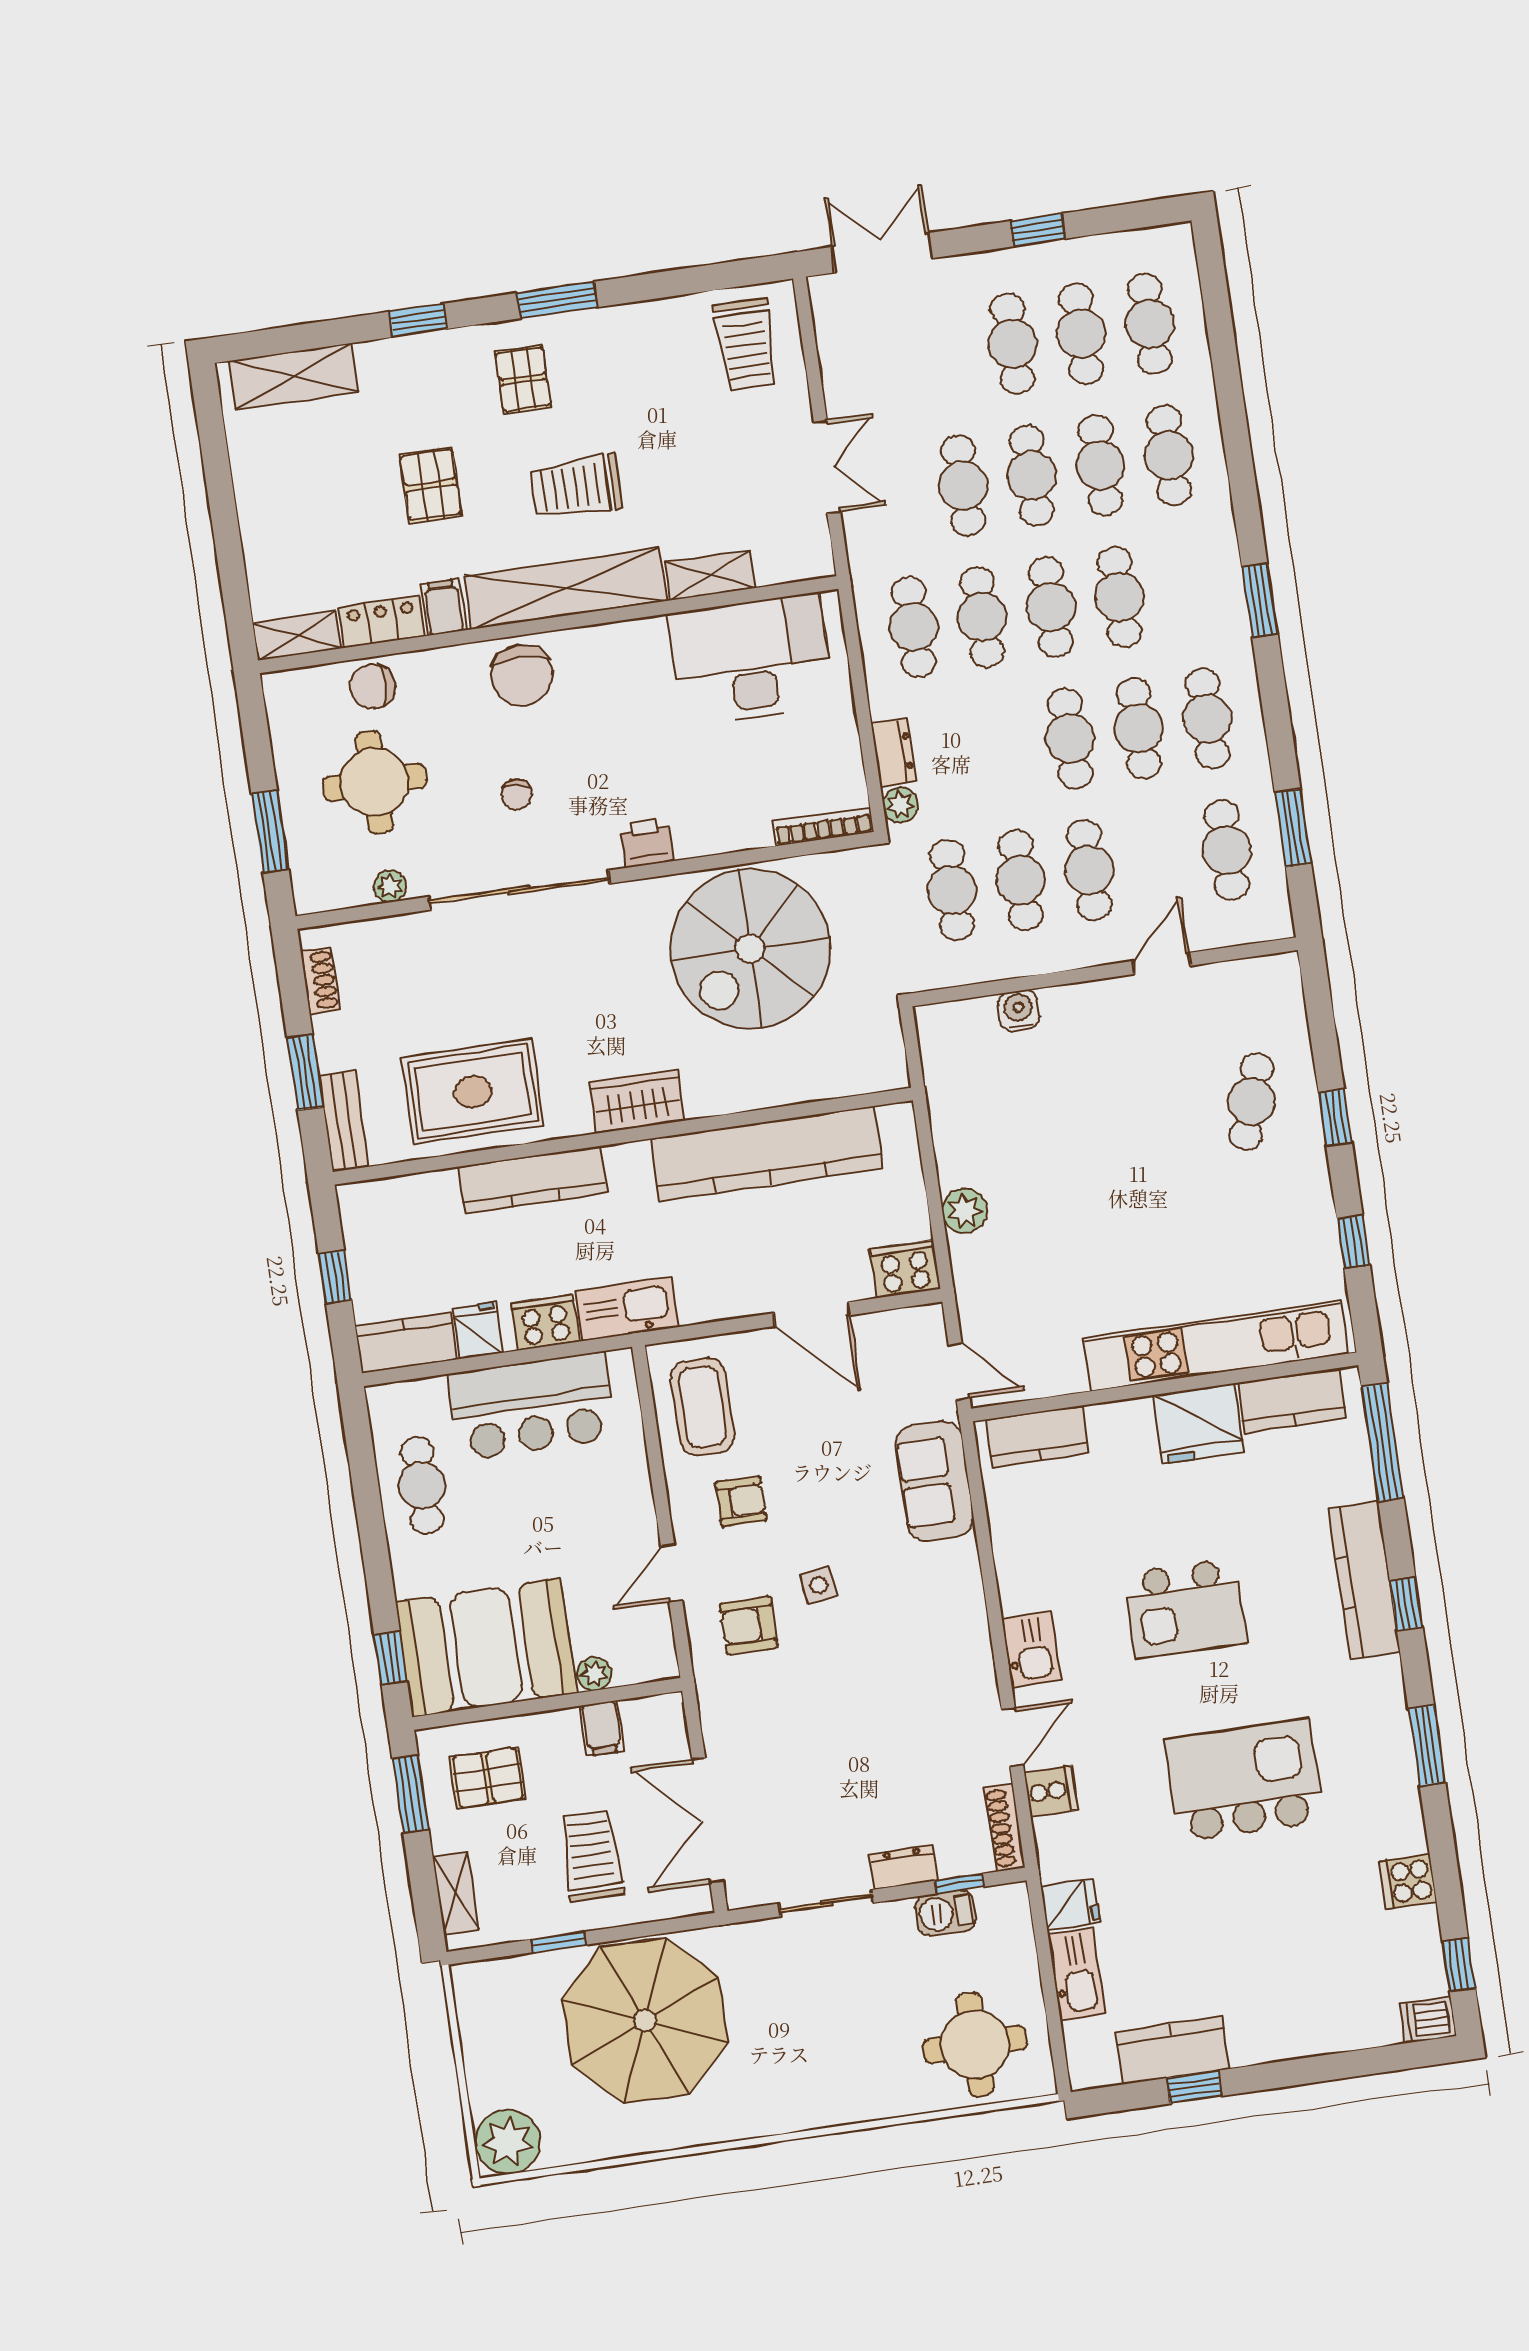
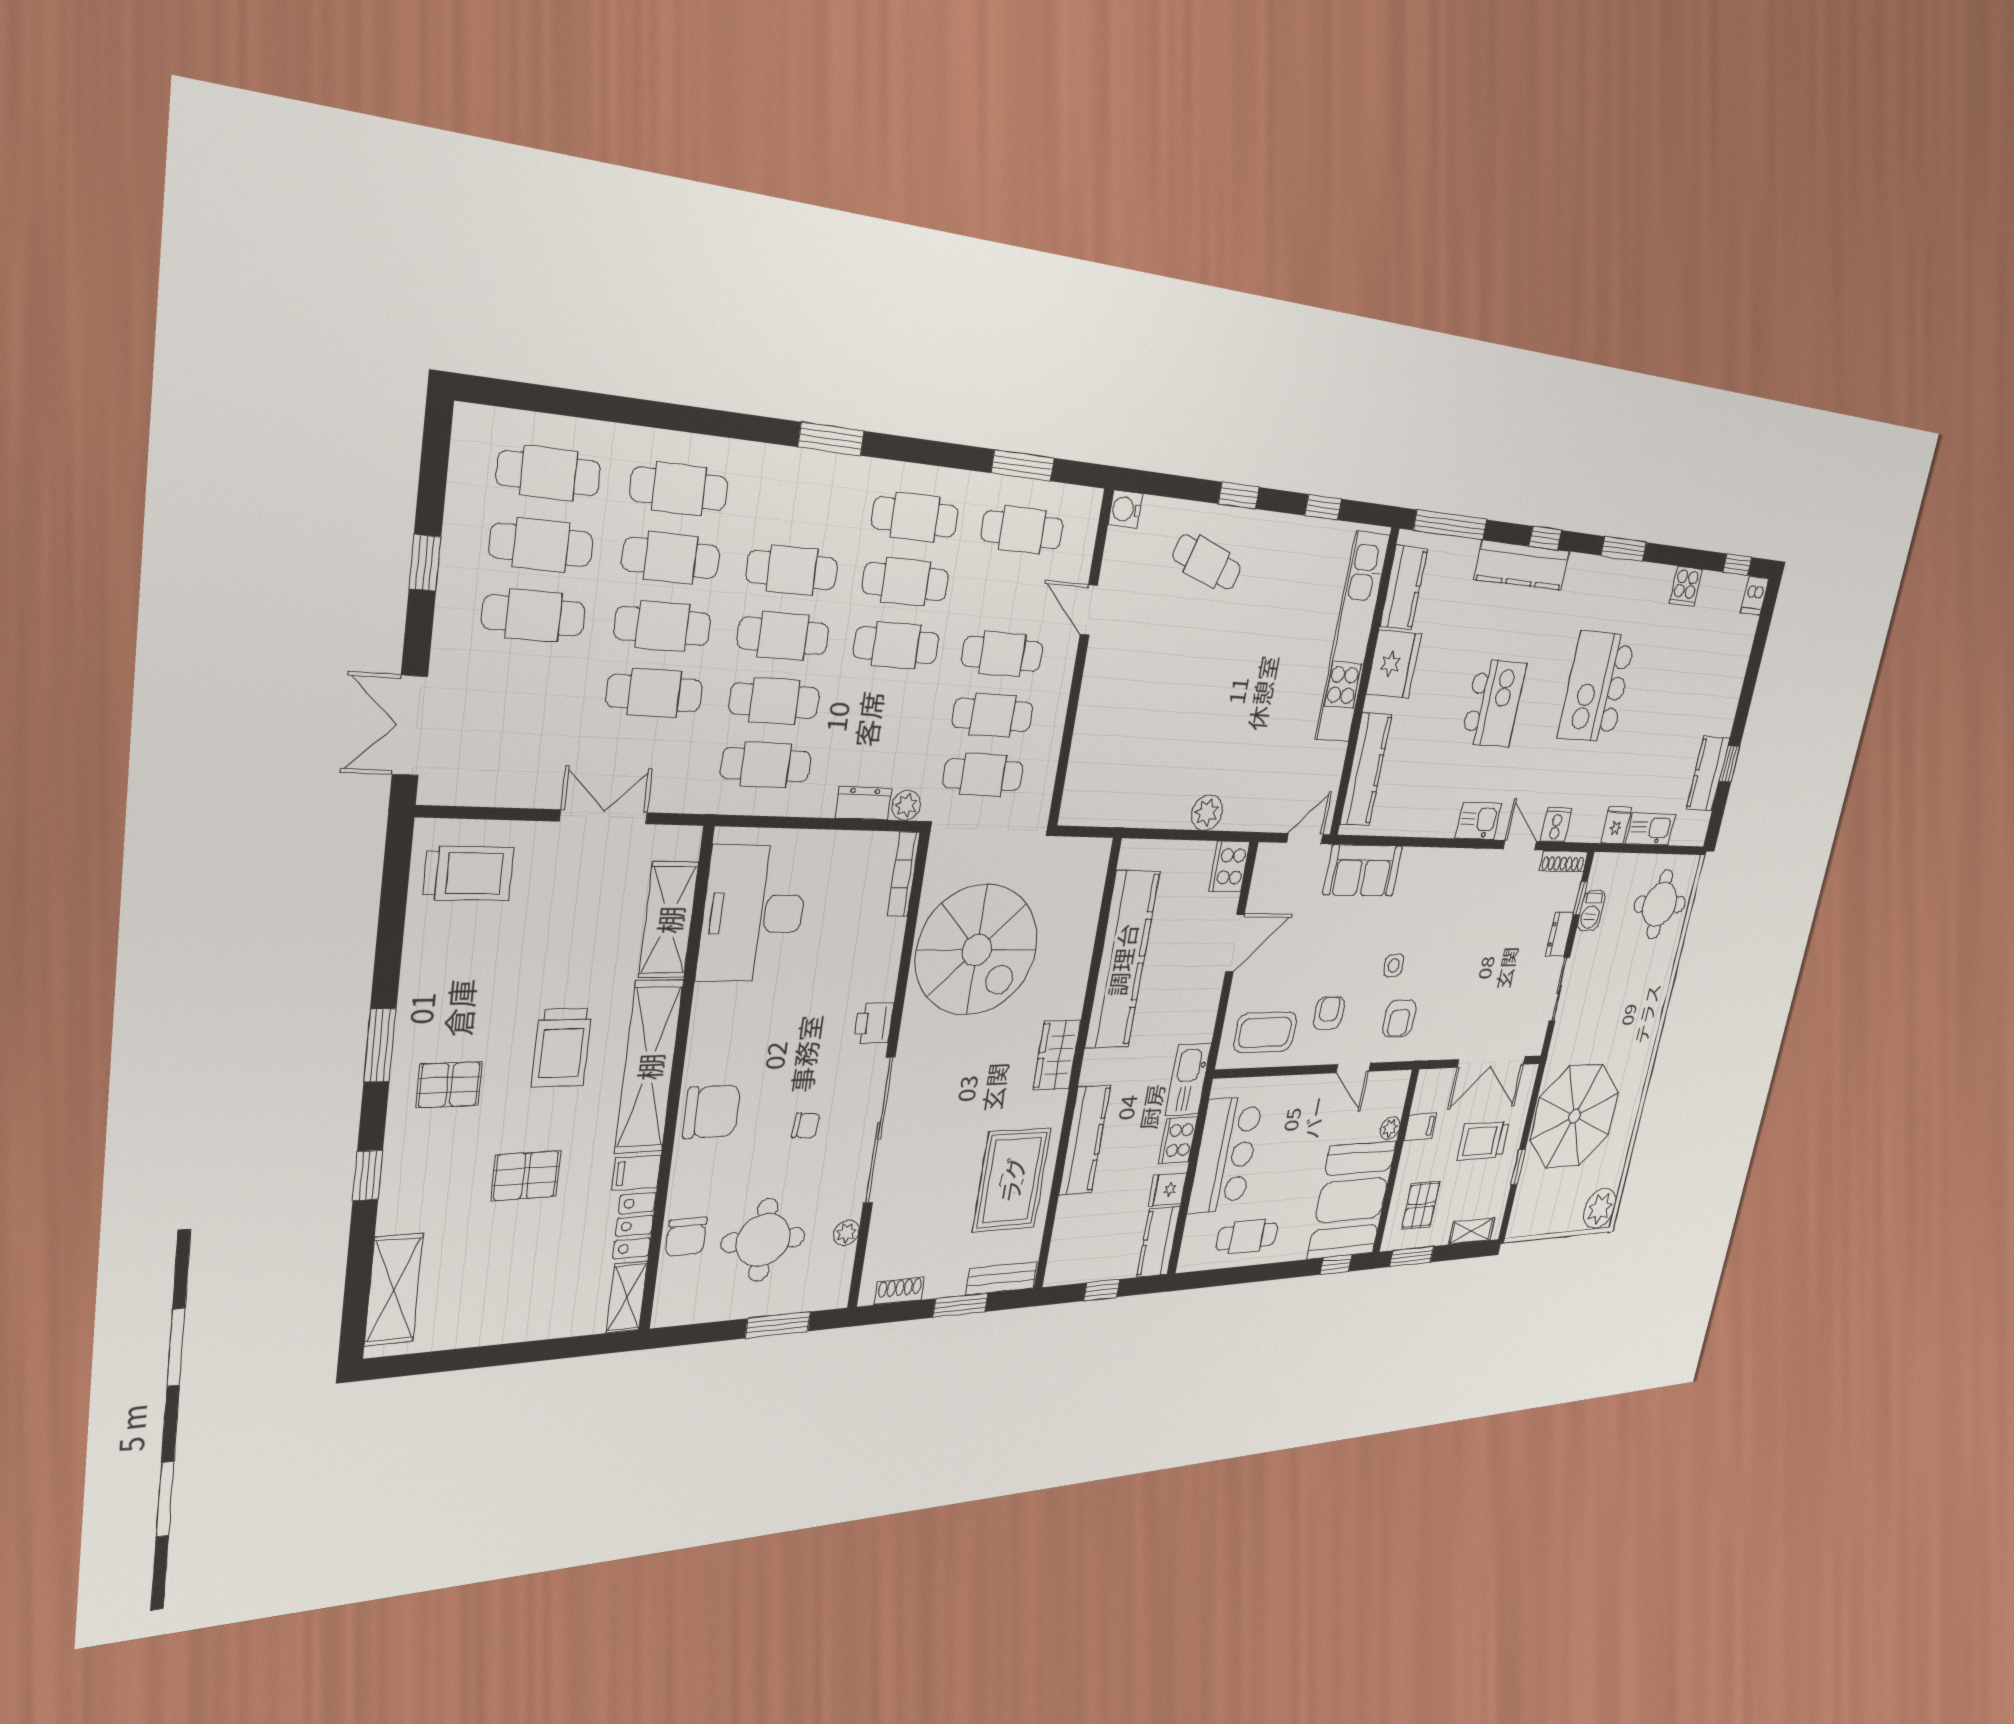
shelving: (710, 575) -> (669, 920), width x1.50, depth x1.33
water cooler: (1019, 1010) -> (1125, 509), moved
kitchen counter: (1037, 1436) -> (1366, 770), width x1.50

